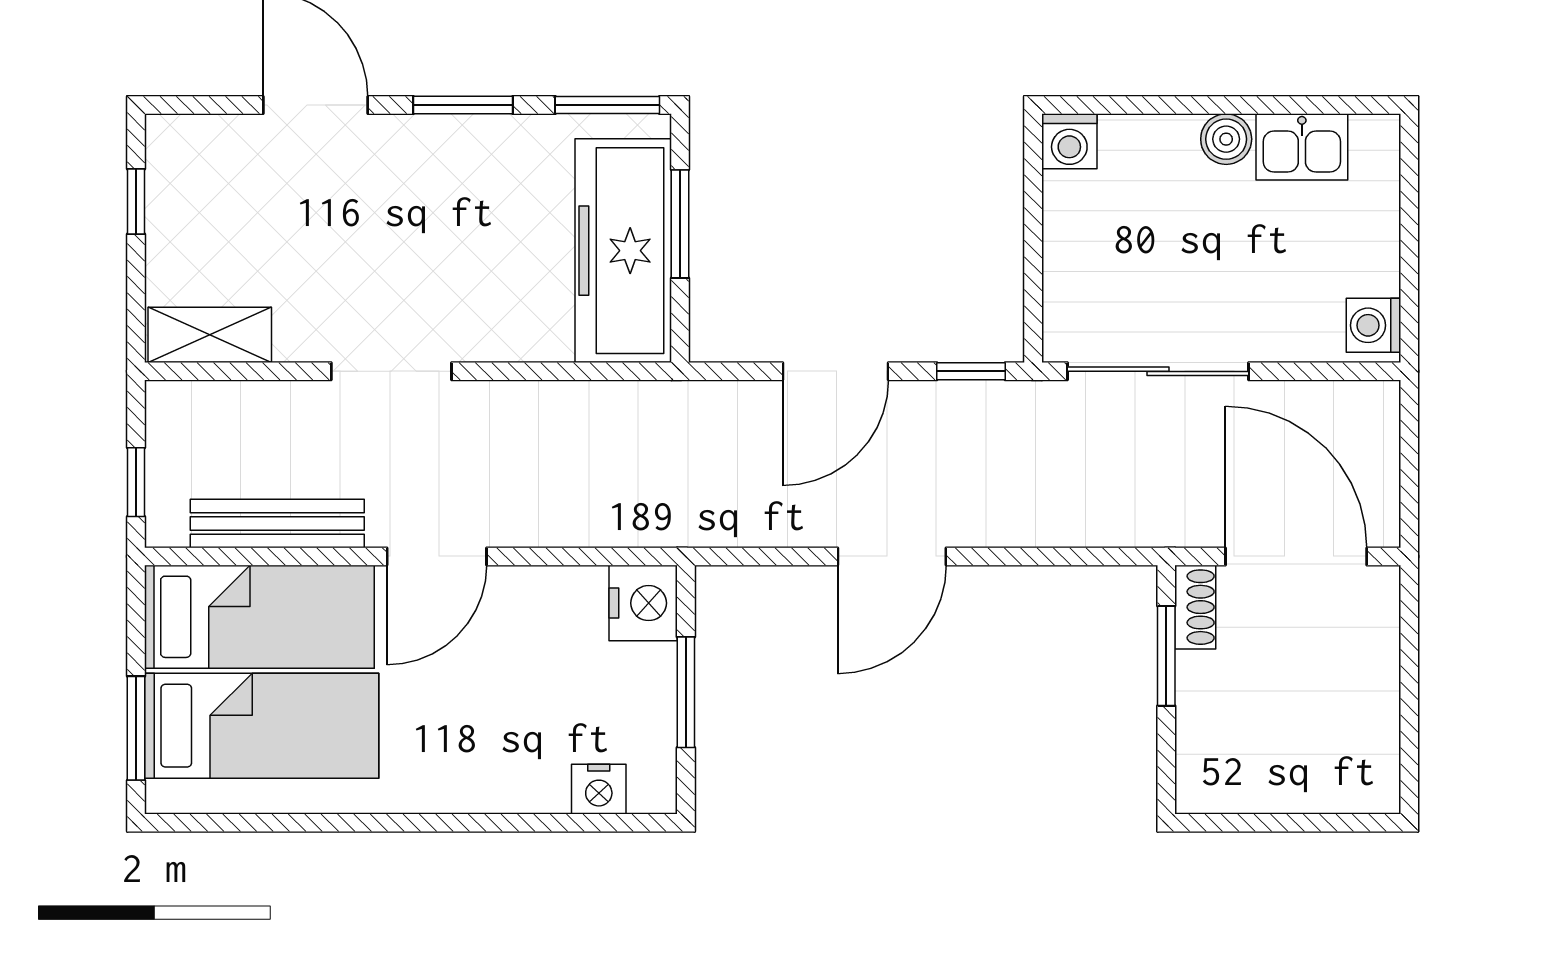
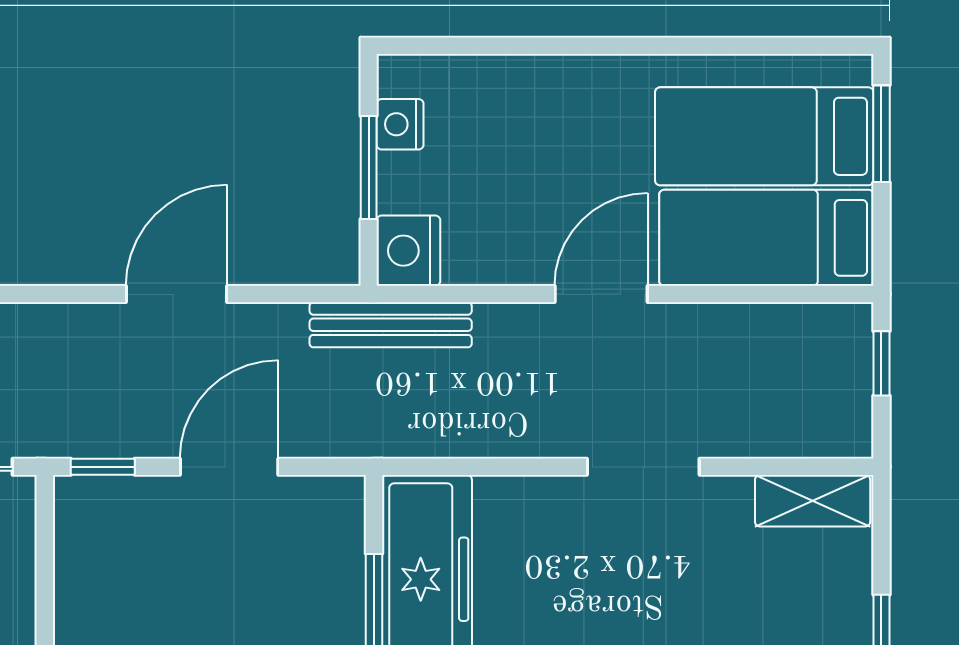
bench: (277, 524) -> (391, 325), moved
nightstand: (599, 789) -> (400, 124), moved, turned -90

